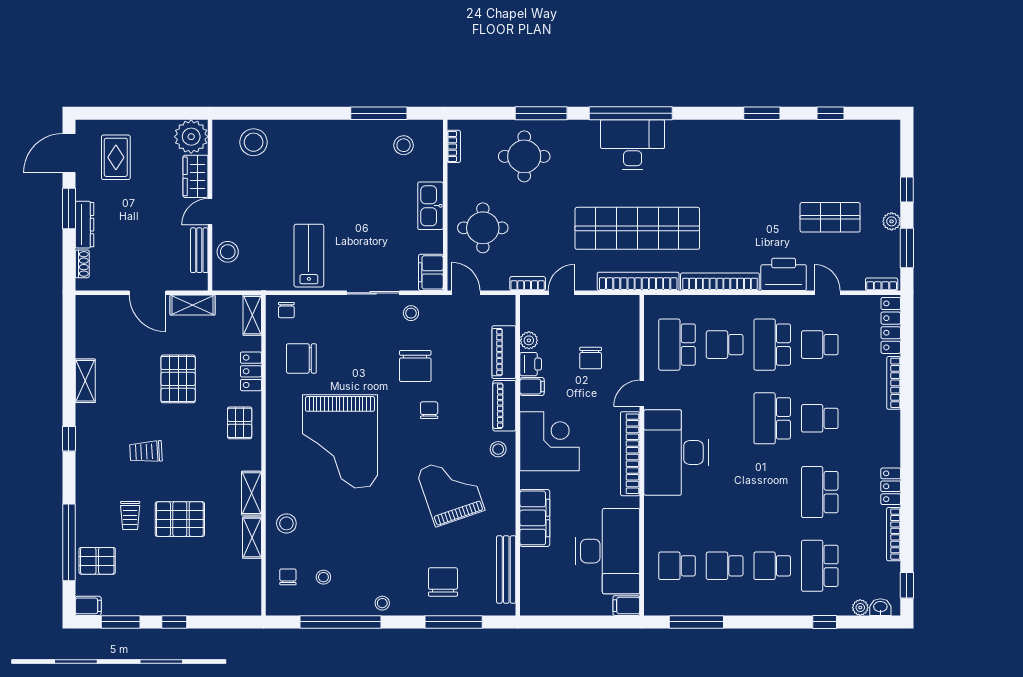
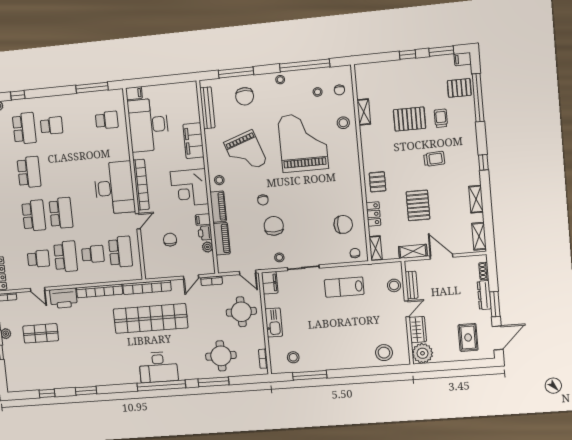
lab bench: (309, 256) -> (344, 287), turned 90
school desk: (820, 418) -> (34, 216), width x1.85
grand piano: (340, 441) -> (303, 142), moved
shelving: (251, 493) -> (479, 236), moved
school desk: (725, 566) -> (79, 123), removed

